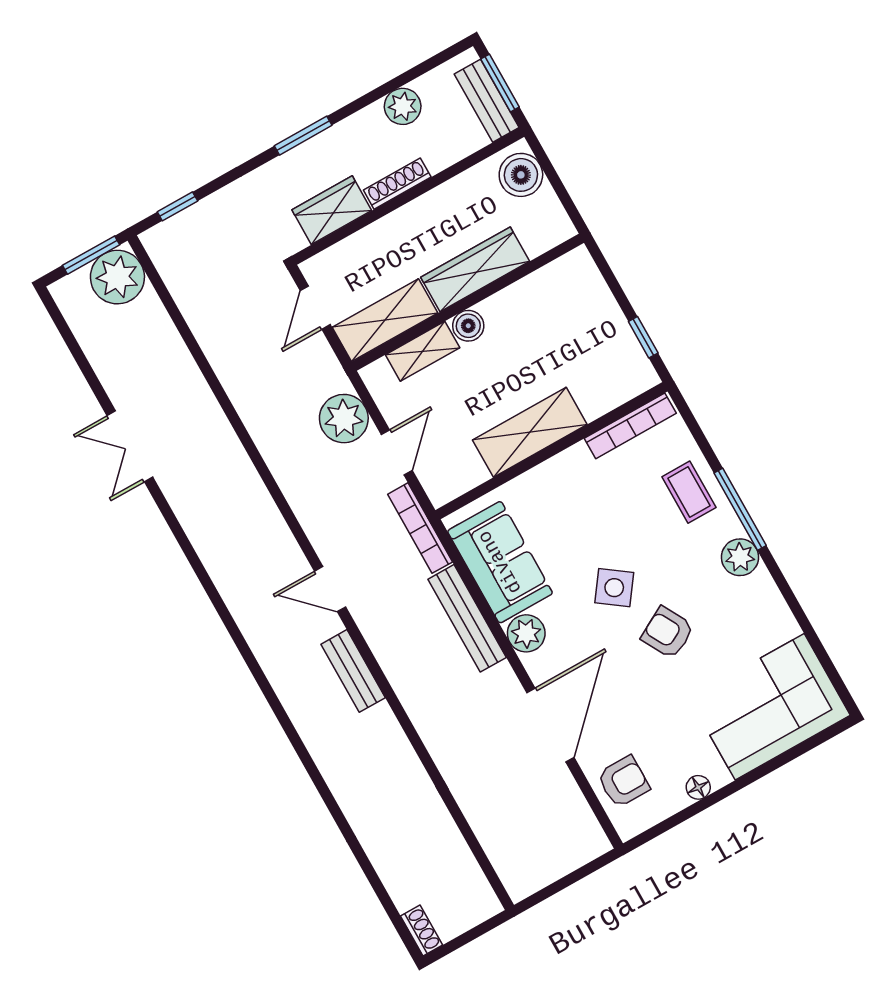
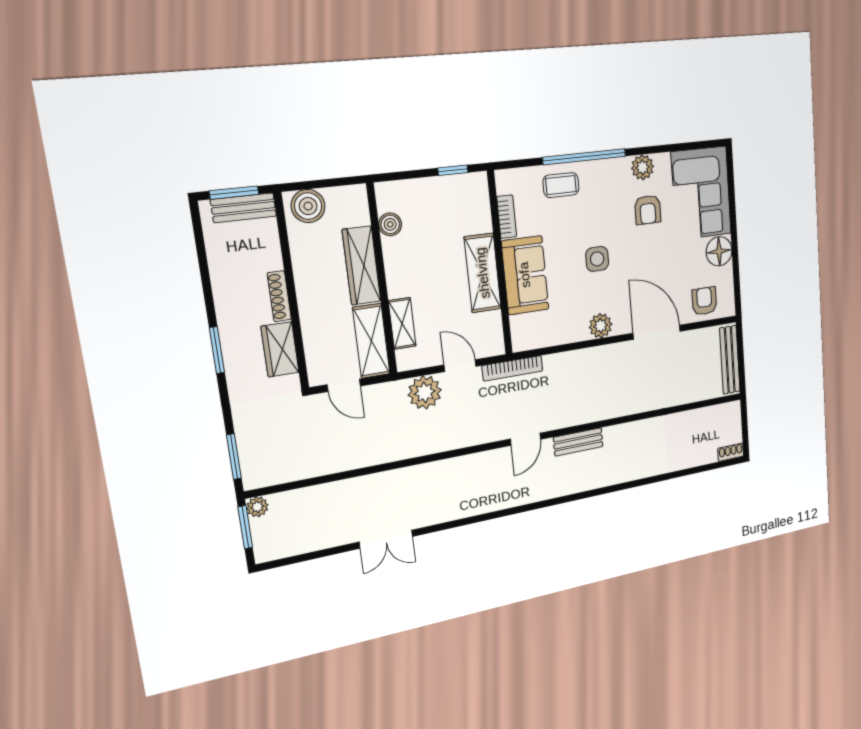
plant: (403, 106) -> (224, 270), removed
window: (177, 206) -> (234, 457), width x1.50
plant: (117, 277) -> (257, 507), width x0.53, depth x0.53
boiler: (468, 326) -> (390, 224), moved
bookcase: (630, 426) -> (507, 217), width x0.64
window: (740, 509) -> (584, 157), width x1.46
plant: (740, 557) -> (643, 167), moved
sofa: (500, 562) -> (525, 275), moved, turned 90
side table: (614, 588) -> (597, 259), turned -36
bench: (467, 618) -> (730, 360), moved, turned 90
armchair: (668, 633) -> (648, 210), moved, turned -61
floor lamp: (698, 787) -> (719, 251), width x1.89, depth x1.89

